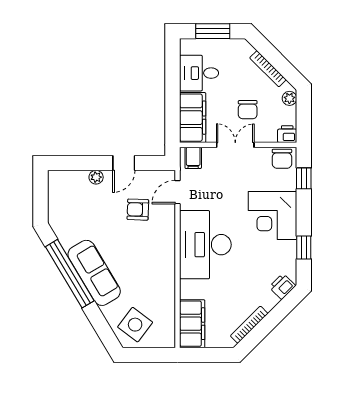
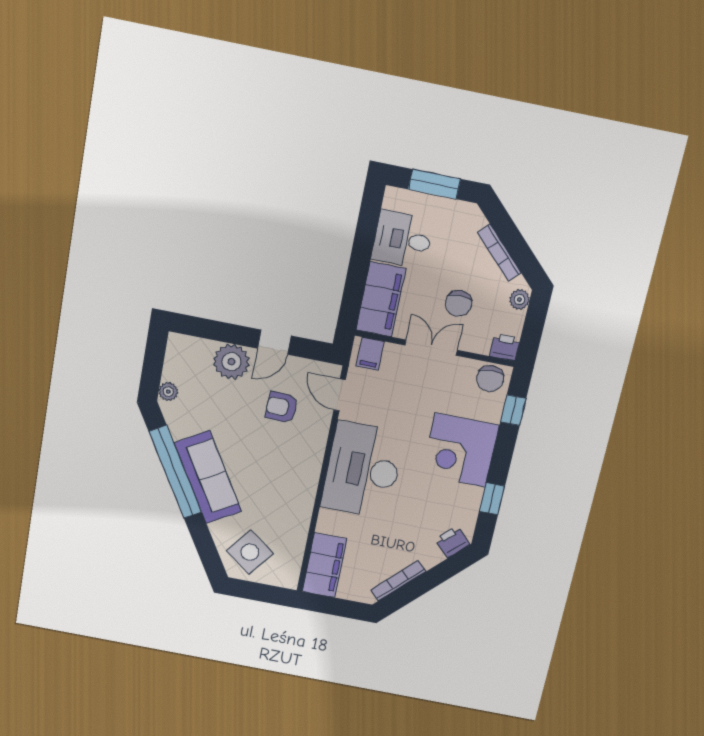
plant: (96, 177) -> (231, 362), width x1.88, depth x1.88
door: (178, 192) -> (340, 395), hinge flipped
plant: (55, 214) -> (168, 392), added

